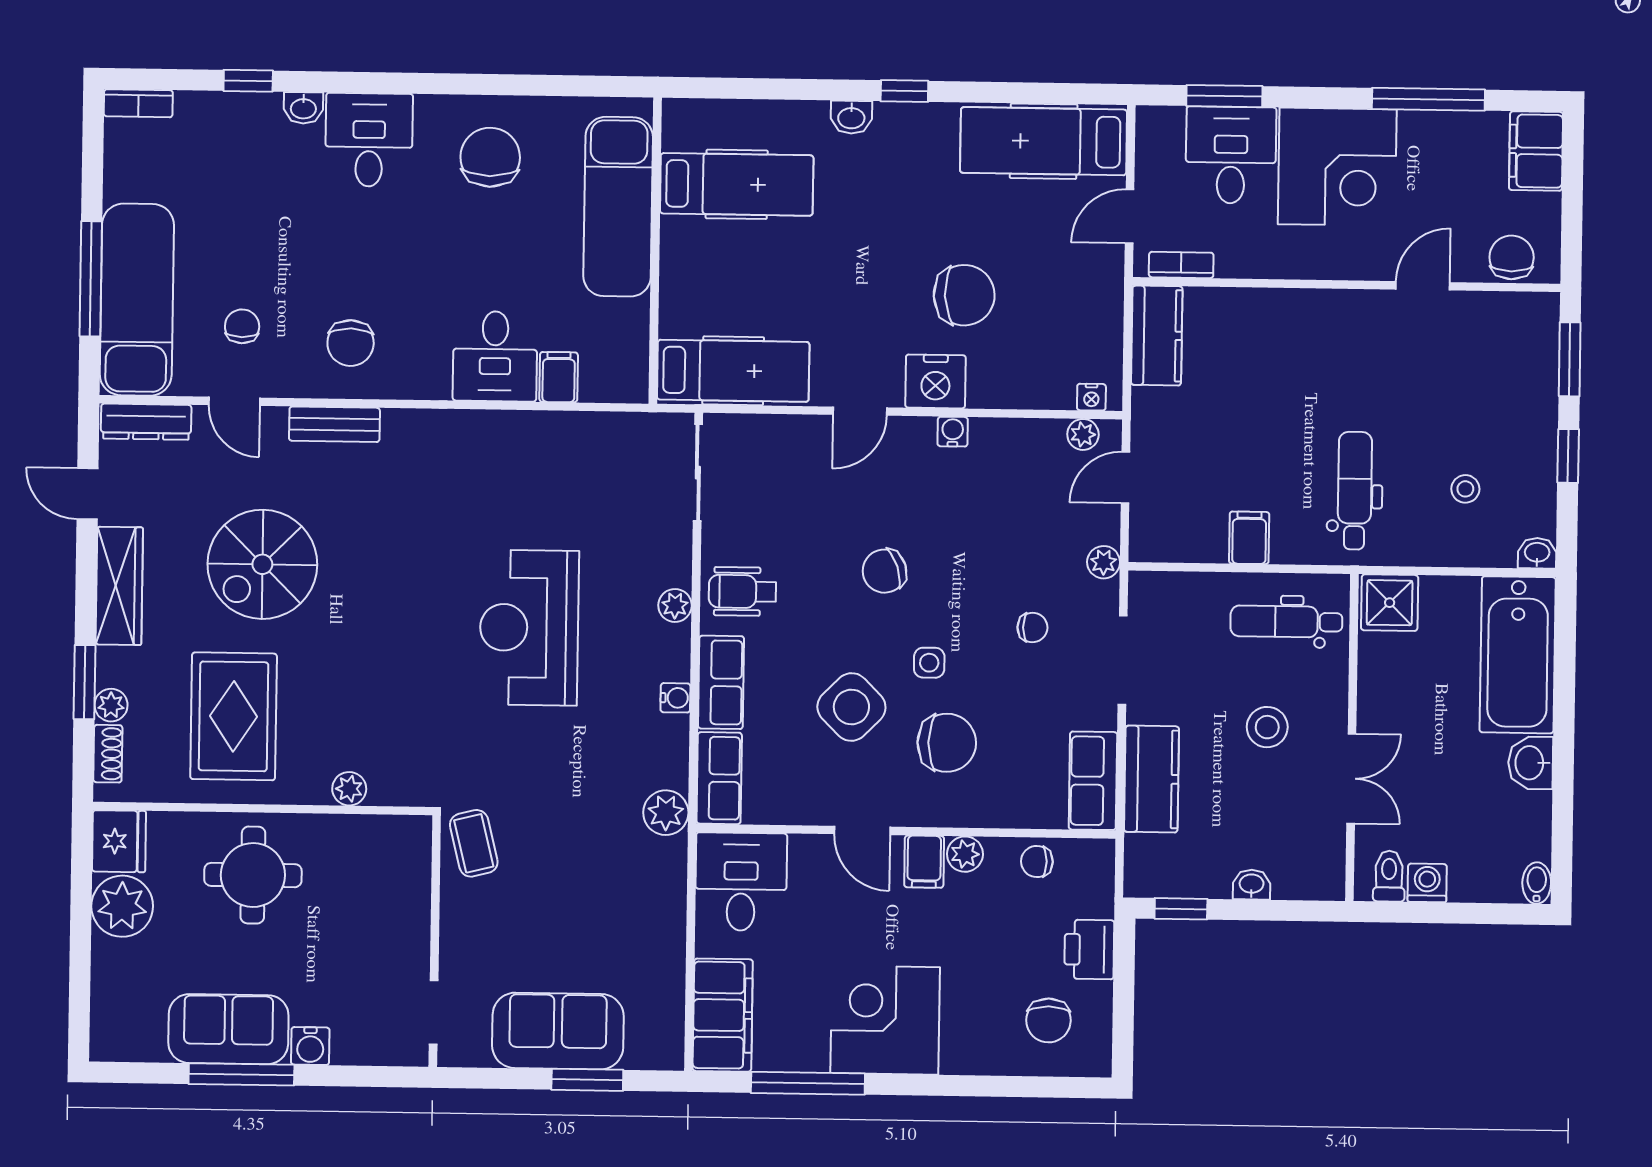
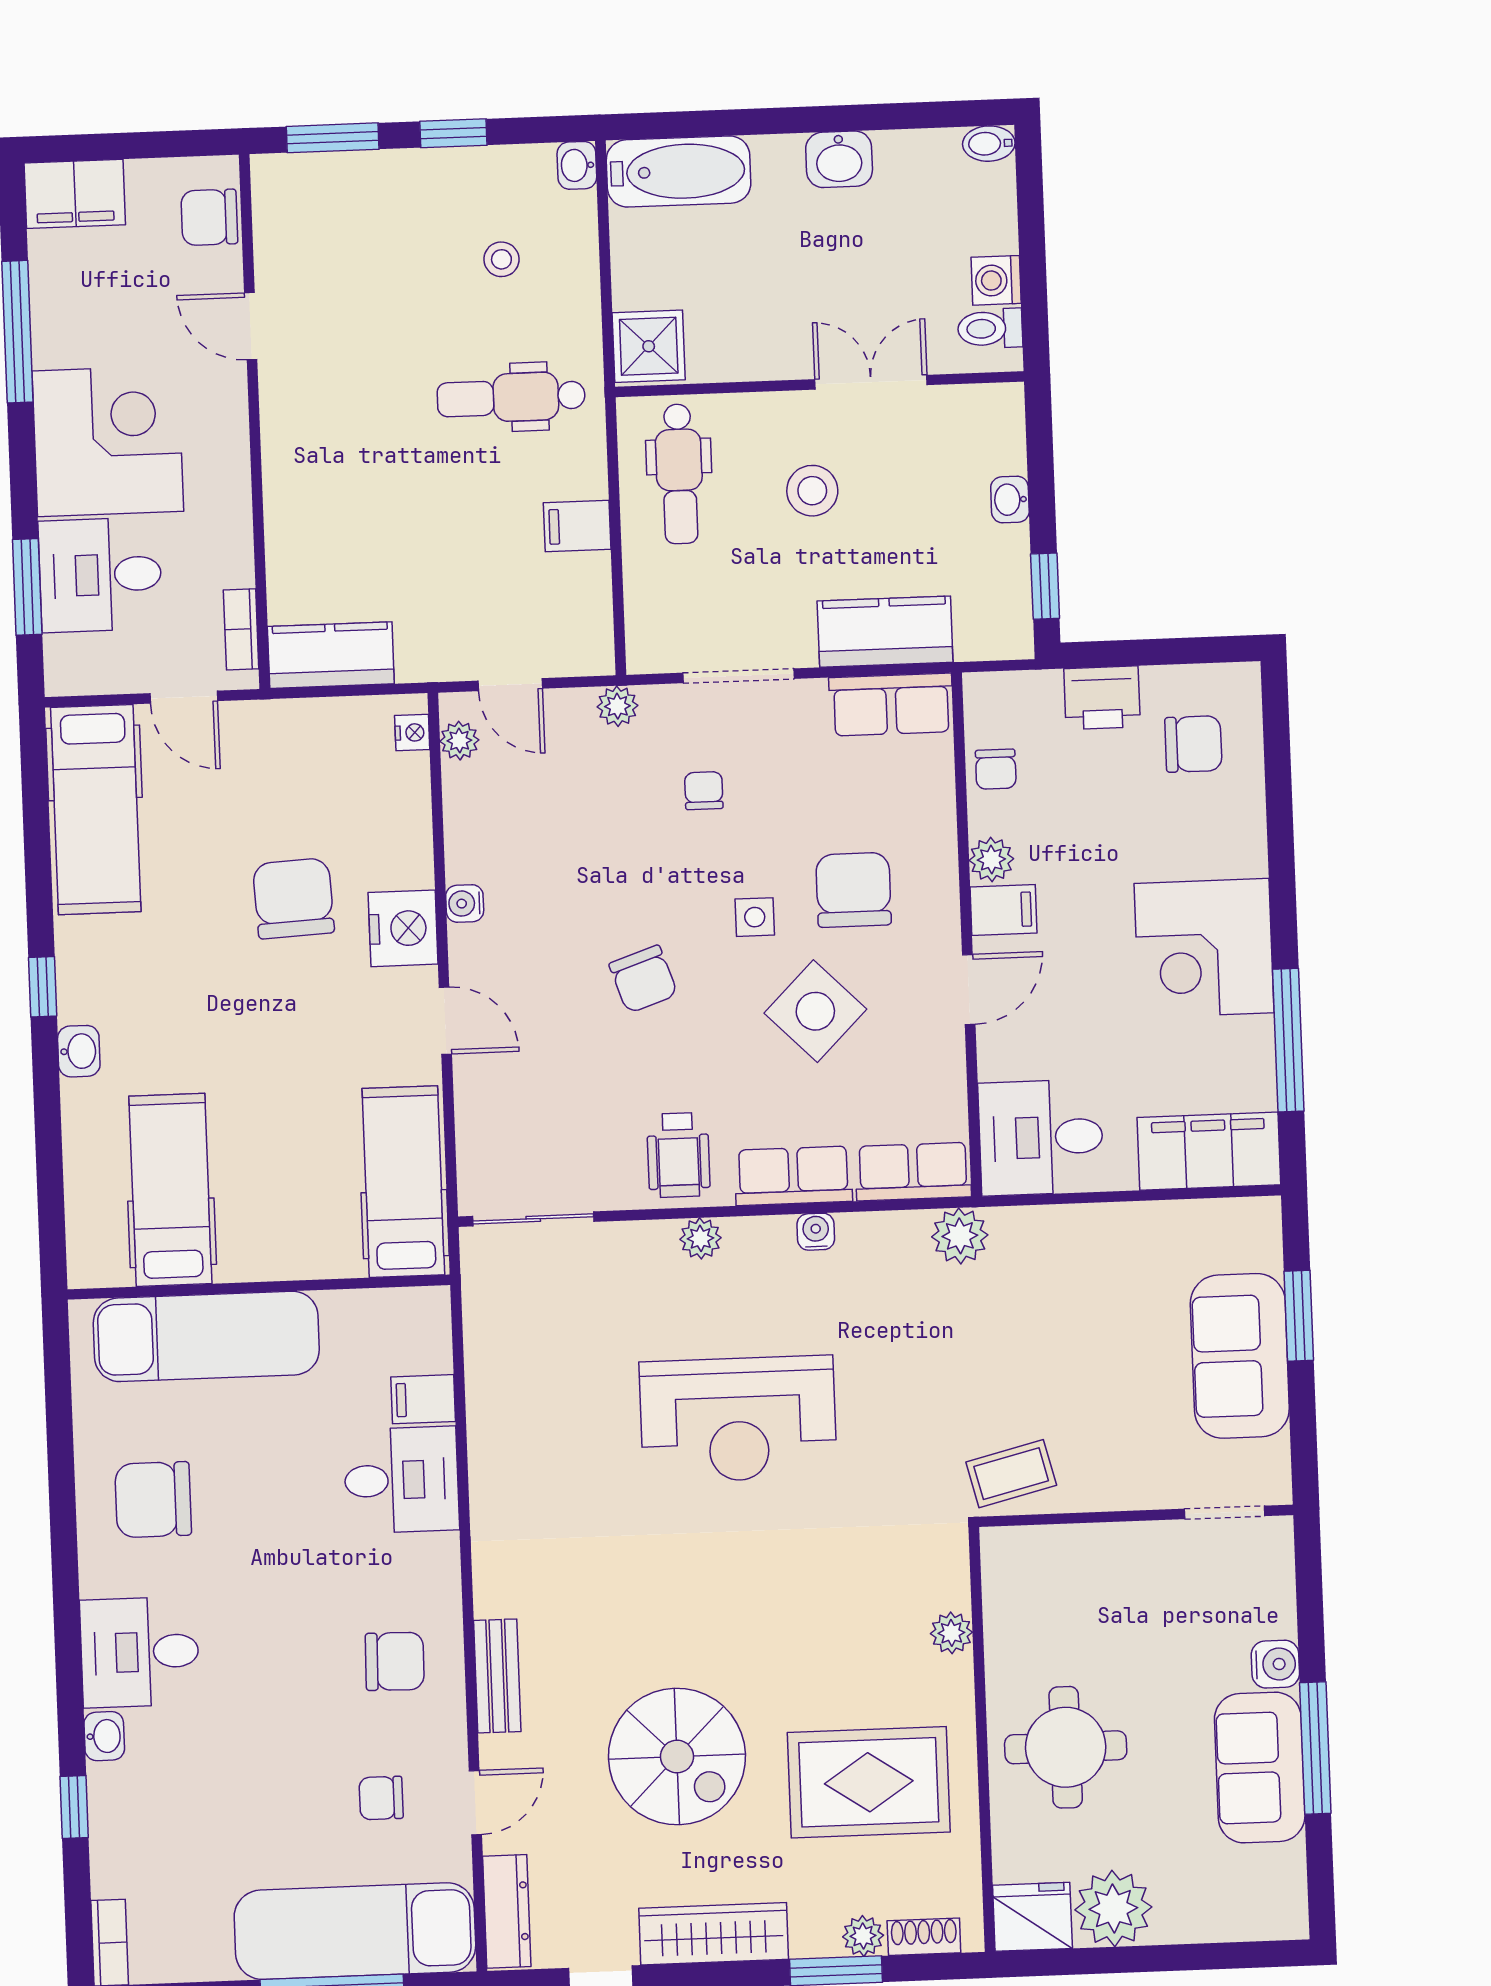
bathtub: (1518, 655) -> (679, 172), width x0.73, depth x0.73

